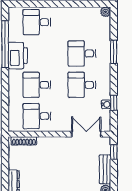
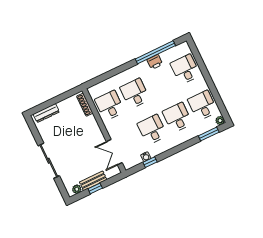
desk: (82, 22) -> (203, 106), added
window: (114, 52) -> (209, 134), moved
printer: (18, 56) -> (155, 62), width x0.53, depth x0.68
double door: (86, 134) -> (114, 152), swing flipped
window: (114, 152) -> (95, 188), moved

